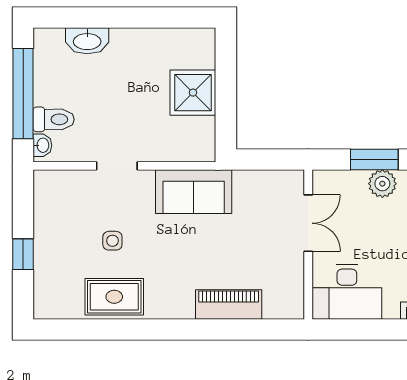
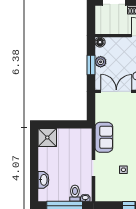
shower: (193, 93) -> (47, 138), moved
double door: (308, 223) -> (116, 91), width x1.37

